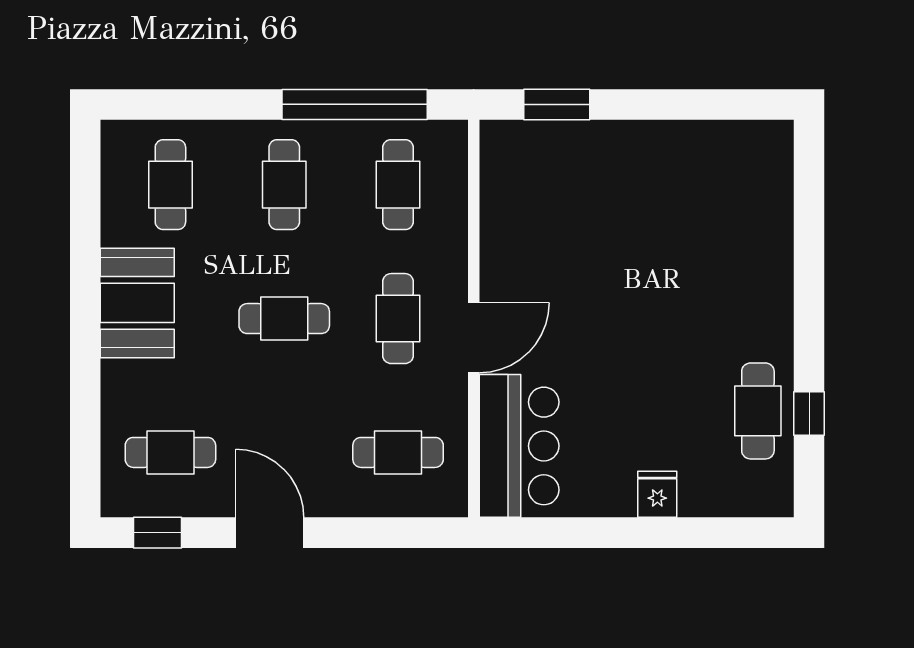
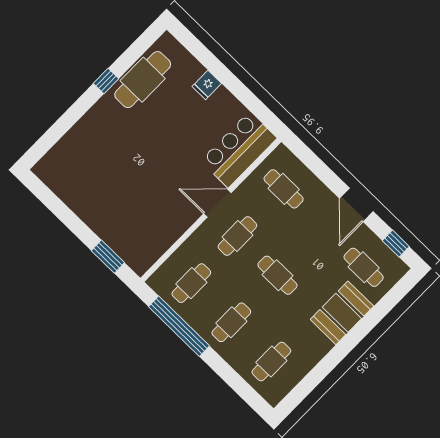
booth: (137, 303) -> (342, 313), moved
cafe table: (758, 411) -> (143, 80), width x1.37, depth x1.35
window: (809, 413) -> (106, 81), moved

